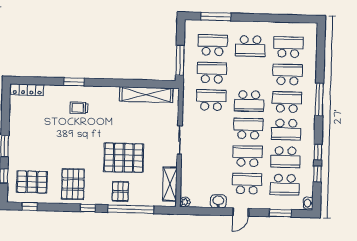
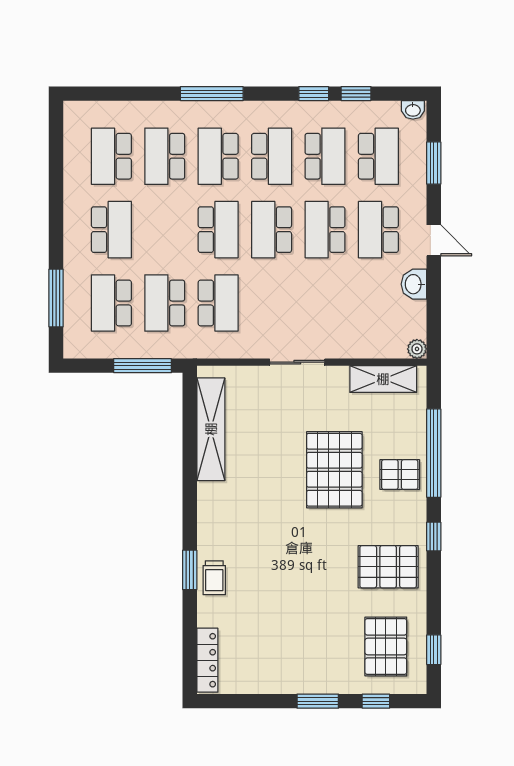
school desk: (211, 100) -> (218, 303), turned 180
trolley: (79, 108) -> (214, 578), moved

